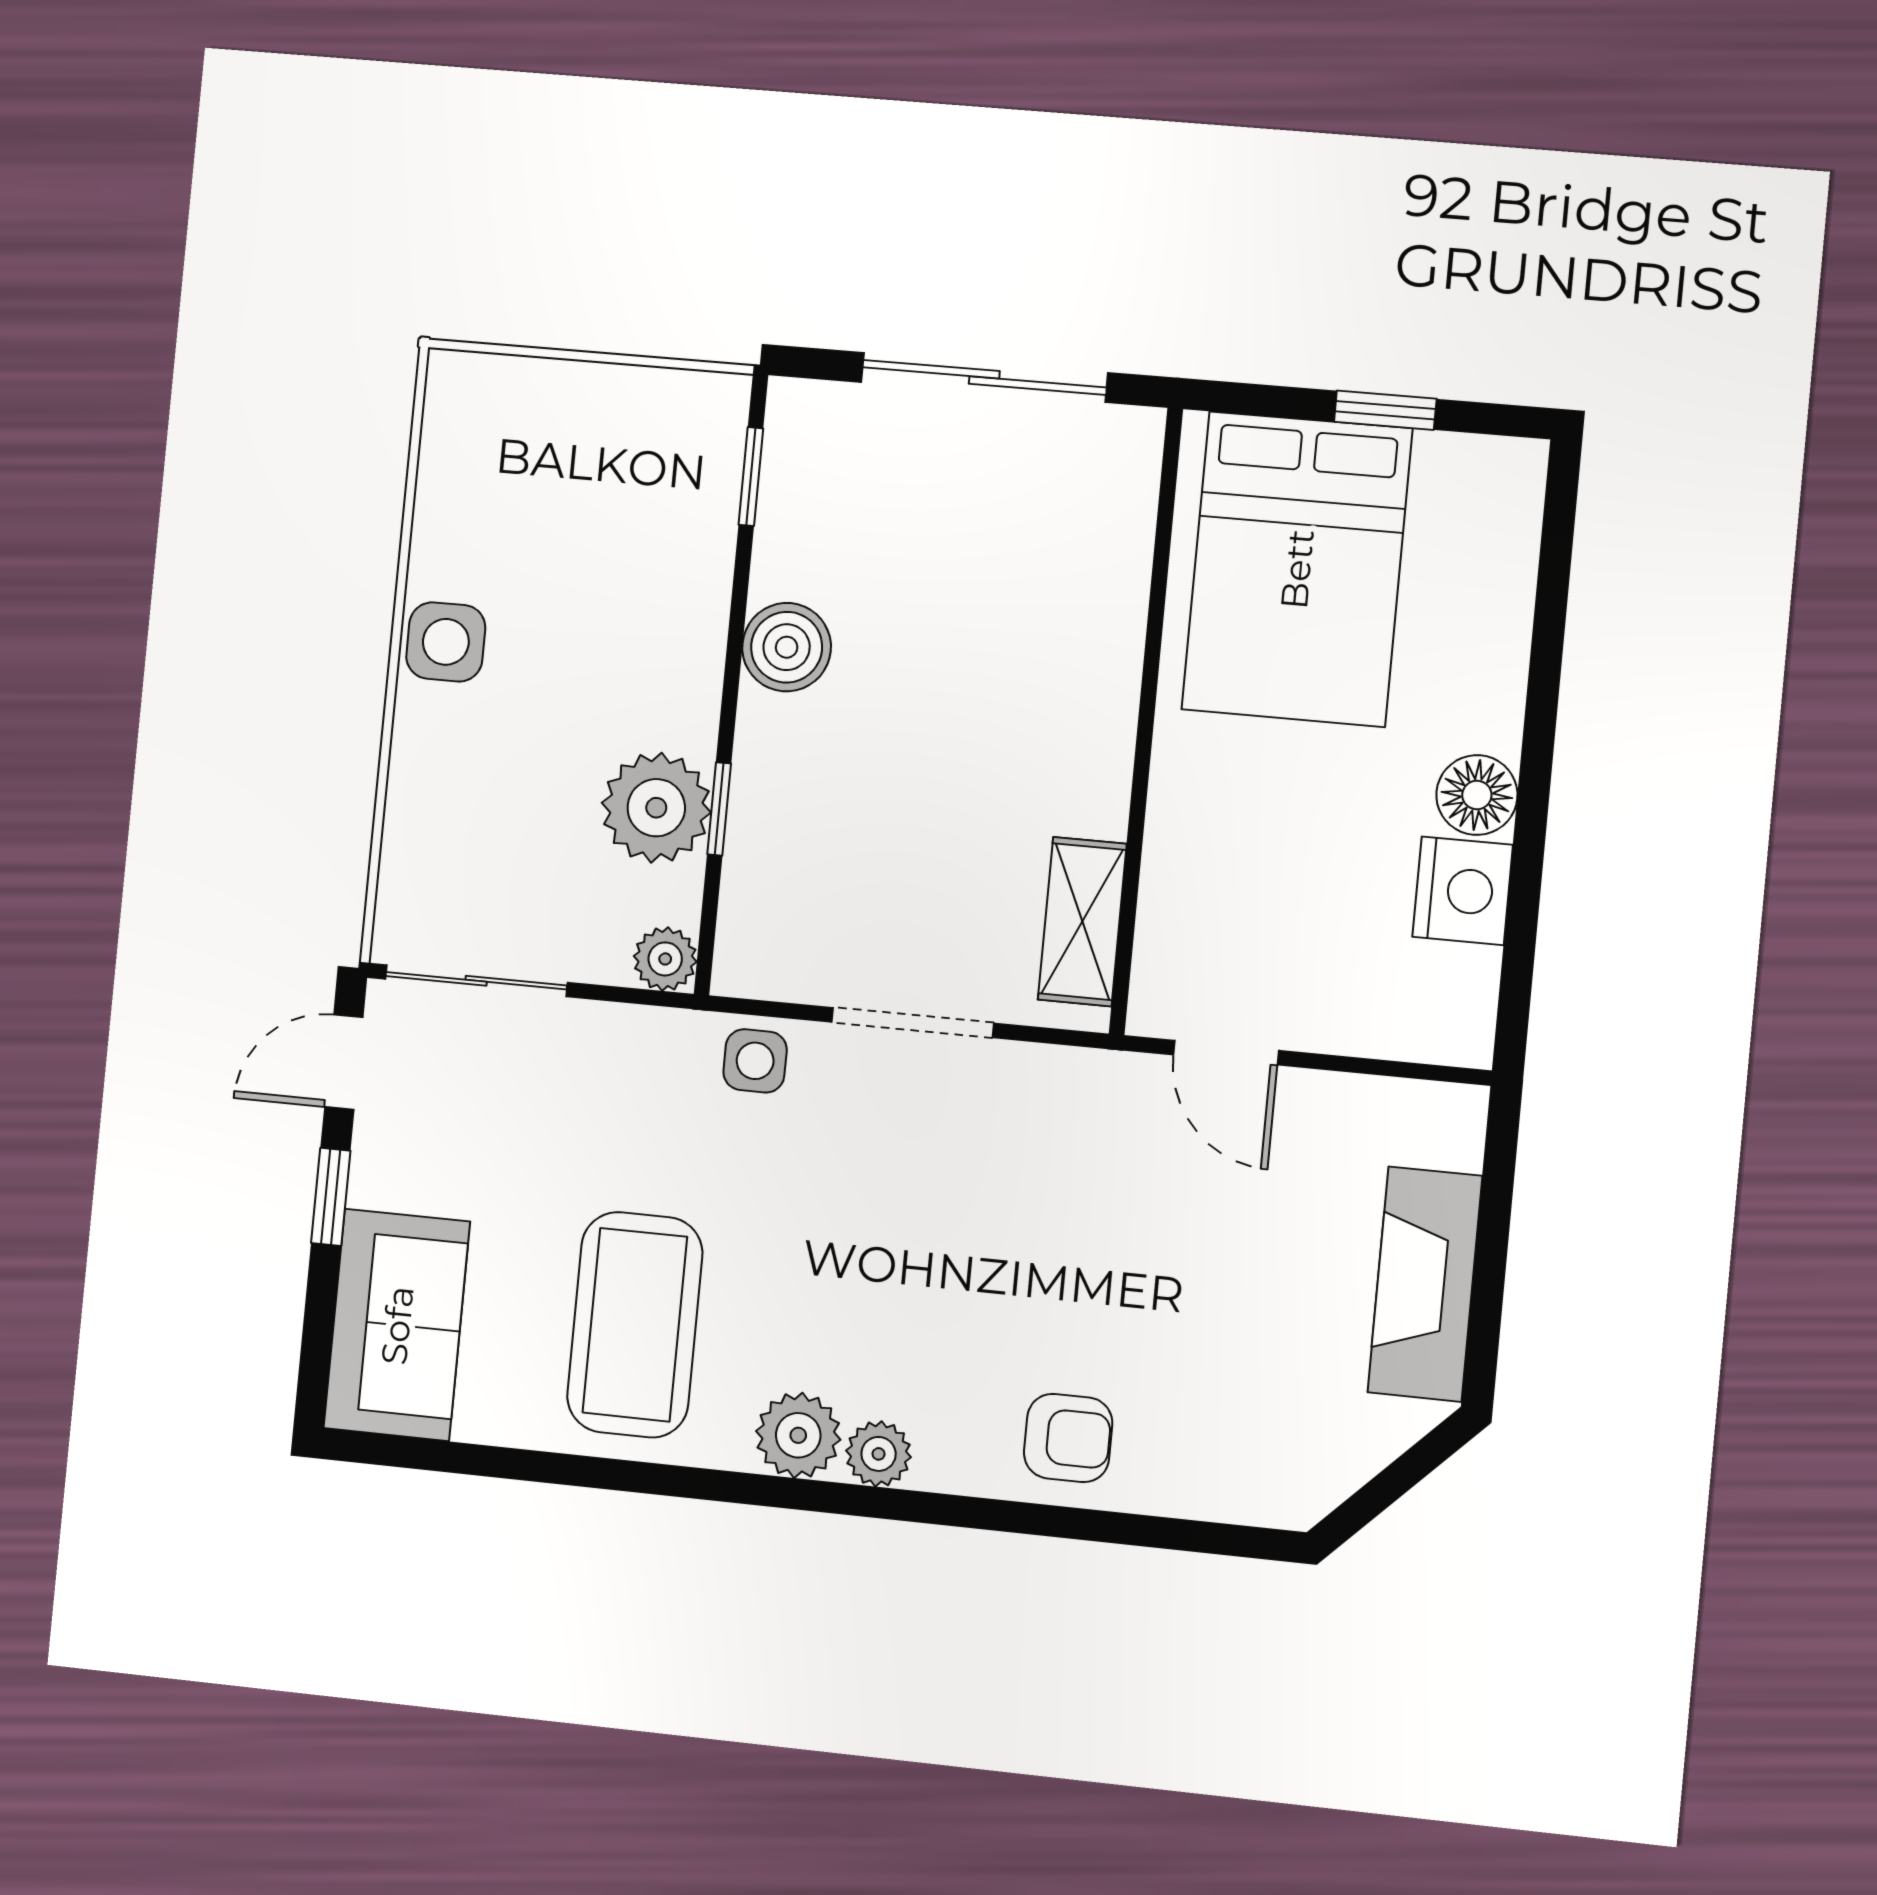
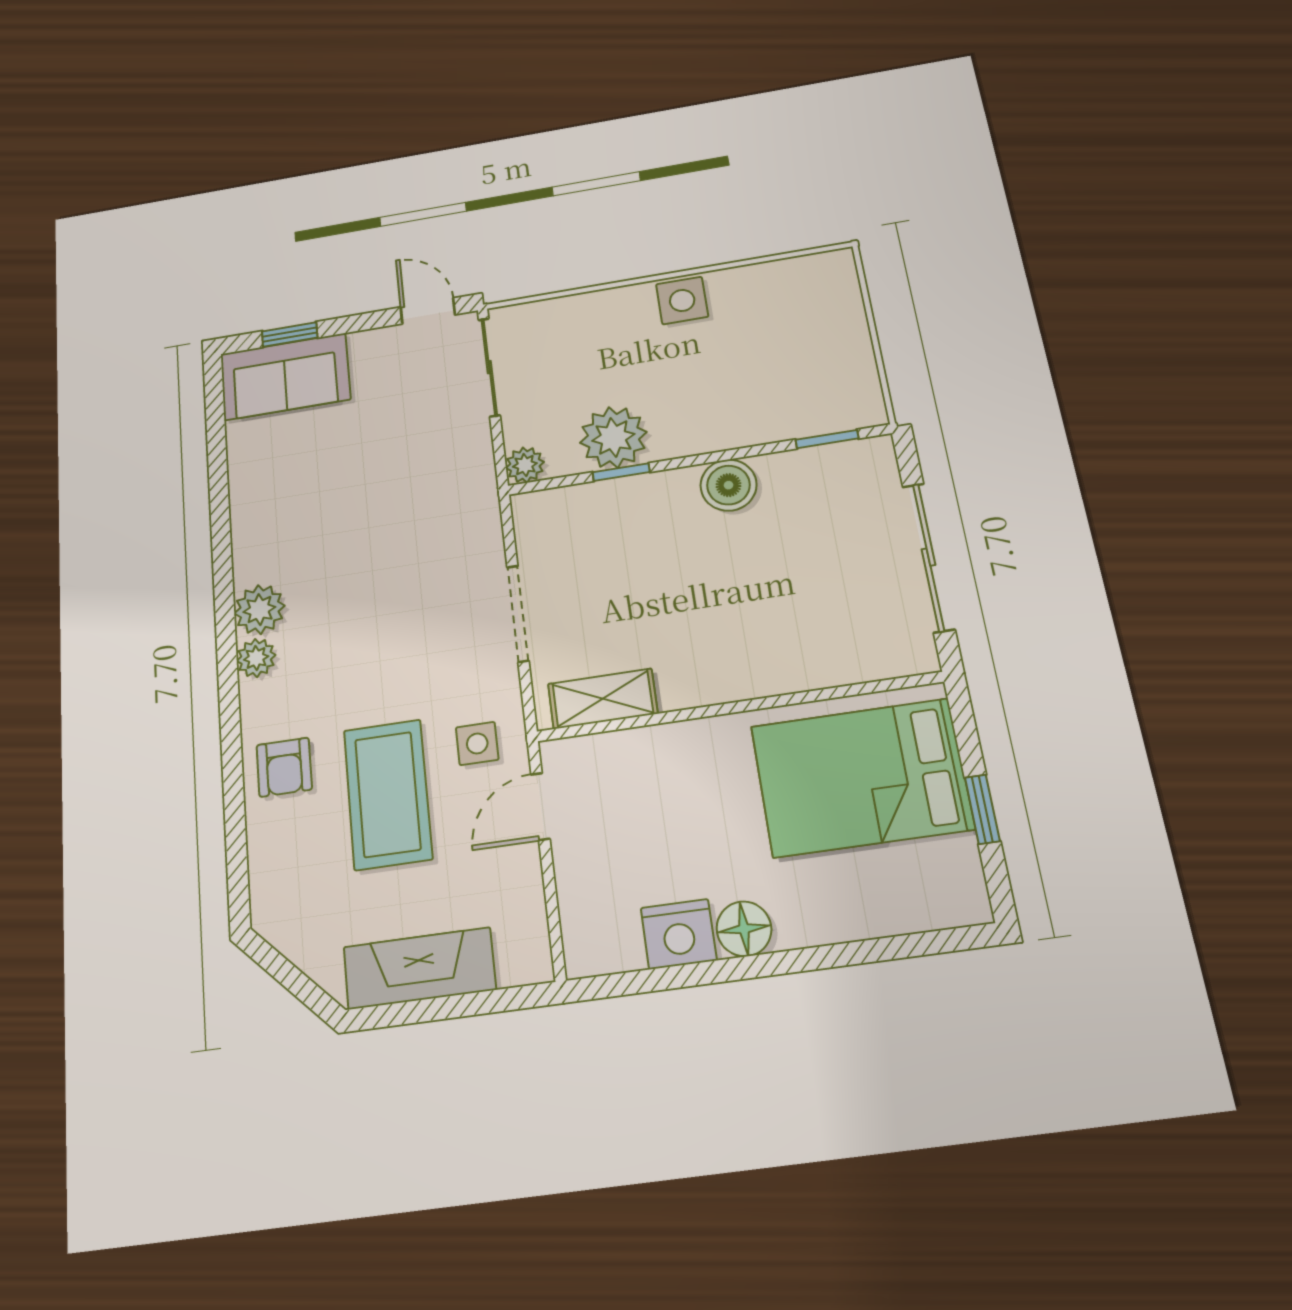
side table: (755, 1061) -> (477, 744), moved
window: (331, 1197) -> (290, 335), moved
coffee table: (635, 1325) -> (388, 794), moved, turned 90

